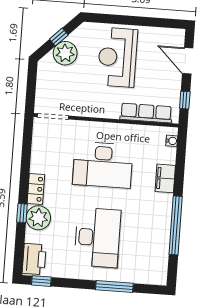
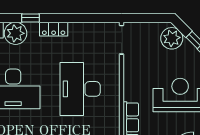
plant: (65, 53) -> (172, 38), moved
plant: (38, 218) -> (16, 33), moved

